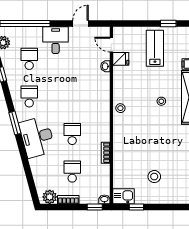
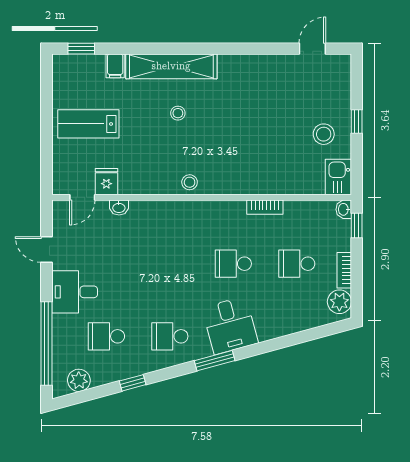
window: (168, 23) -> (47, 102), removed
desk: (37, 137) -> (230, 325), width x0.73
stool: (154, 177) -> (324, 134), moved
window: (136, 207) -> (357, 121), moved

